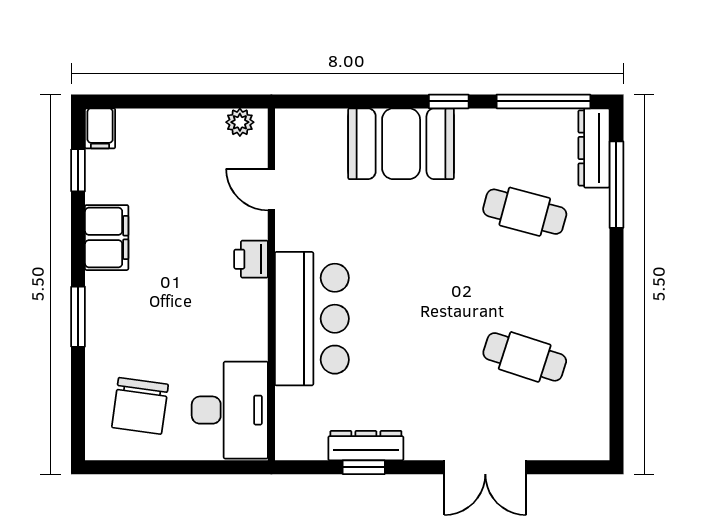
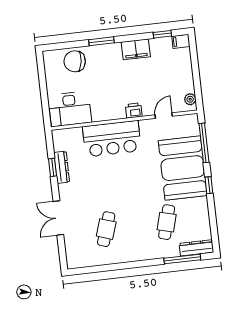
window: (543, 101) -> (204, 143), moved
booth: (401, 144) -> (183, 168), width x1.36, depth x1.42
chair: (140, 406) -> (75, 61), moved

